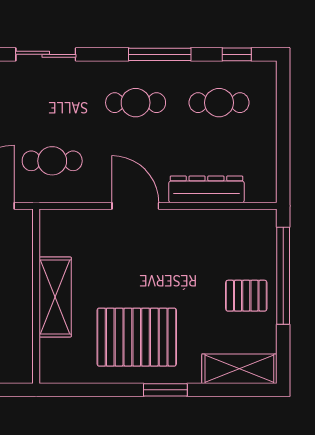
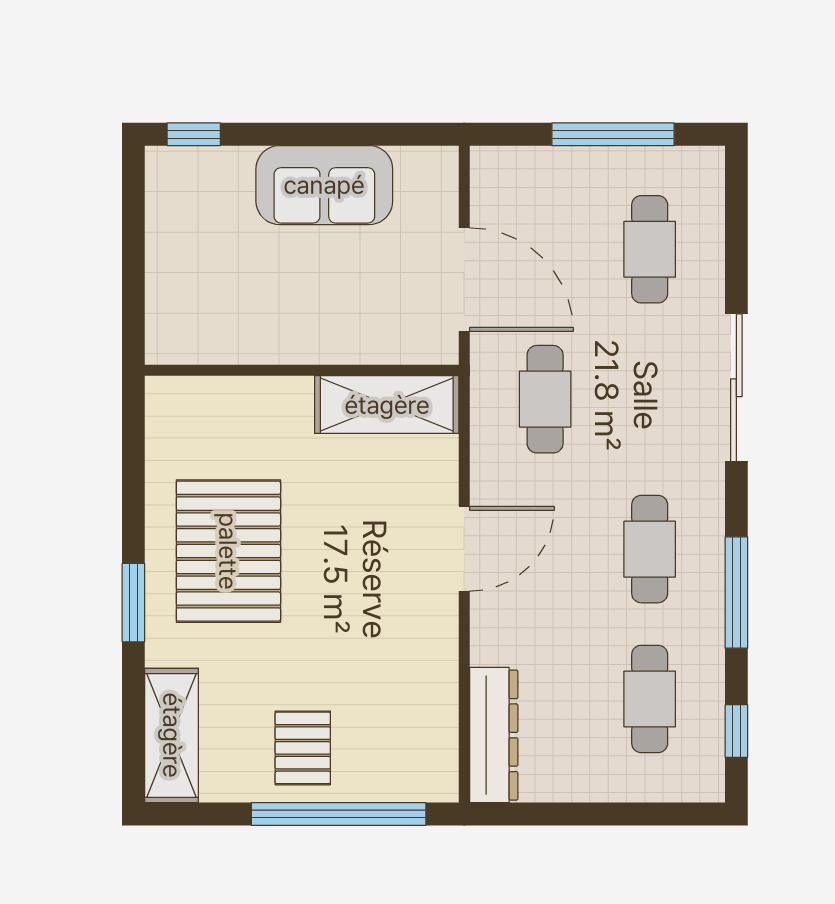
sliding door: (46, 54) -> (736, 388), width x1.37
dresser: (206, 189) -> (494, 735), moved
shelving: (55, 297) -> (387, 405), moved

